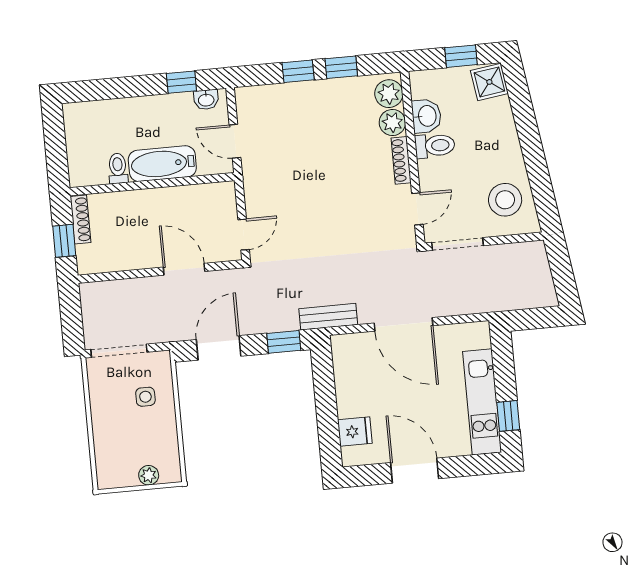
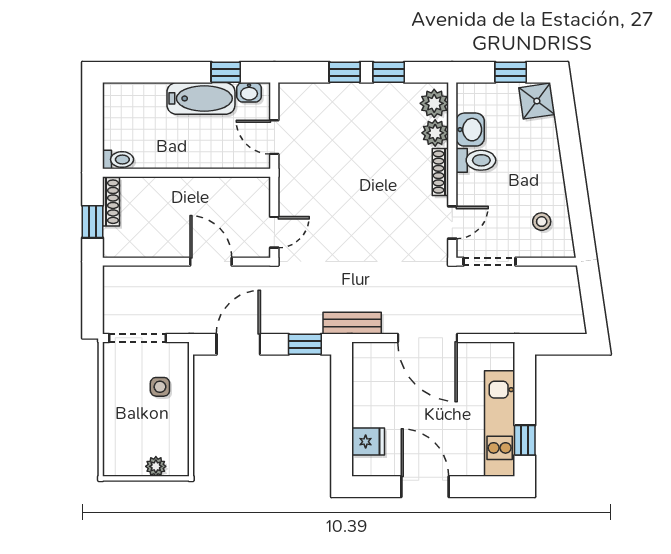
bathtub: (162, 164) -> (201, 98), moved, turned 180
toilet: (118, 168) -> (118, 159), moved, turned 90
stool: (505, 200) -> (542, 222), width x0.53, depth x0.53

